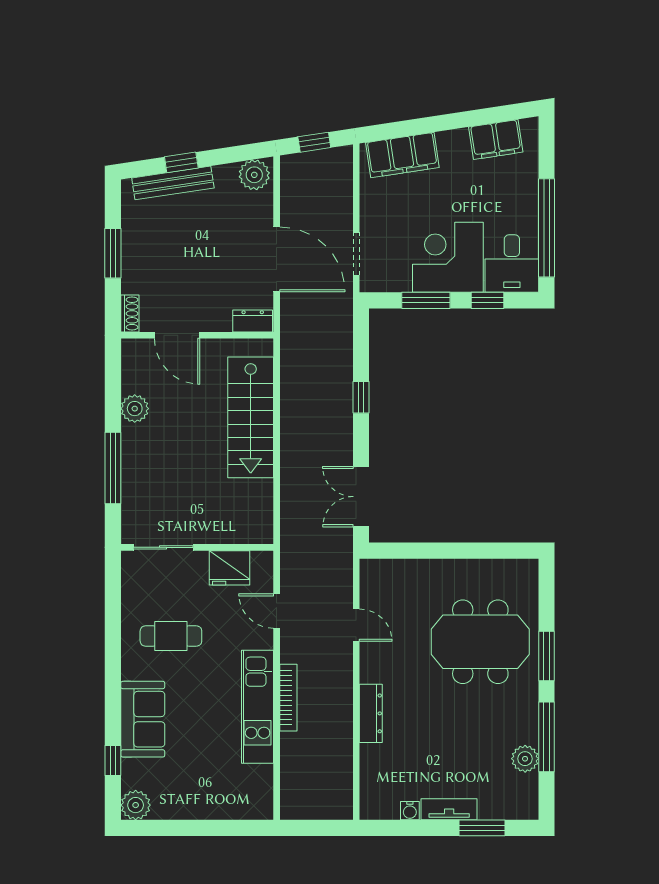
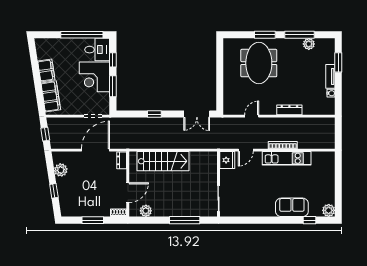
filing cabinet: (496, 140) -> (46, 70), moved
plant: (254, 175) -> (61, 170), moved
bench: (173, 183) -> (63, 194), removed
plant: (135, 409) -> (146, 211), moved
fridge: (230, 568) -> (227, 160), moved
cafe table: (171, 636) -> (256, 195), removed

